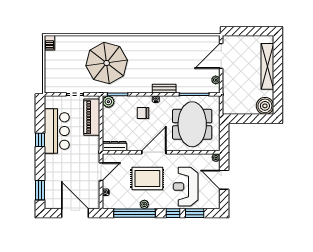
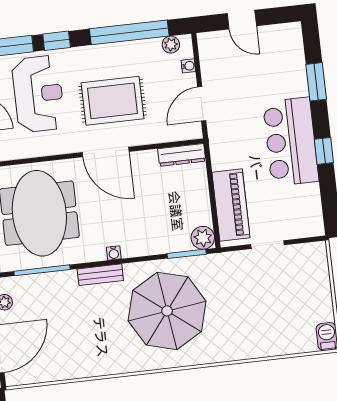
parasol: (107, 63) -> (167, 311), moved
chair: (143, 113) -> (135, 224), removed
bar counter: (57, 131) -> (291, 142), moved
door: (154, 152) -> (106, 152), hinge flipped
window: (40, 190) -> (316, 82), moved
plant: (144, 204) -> (171, 45), moved
door: (75, 213) -> (242, 20), width x0.53

